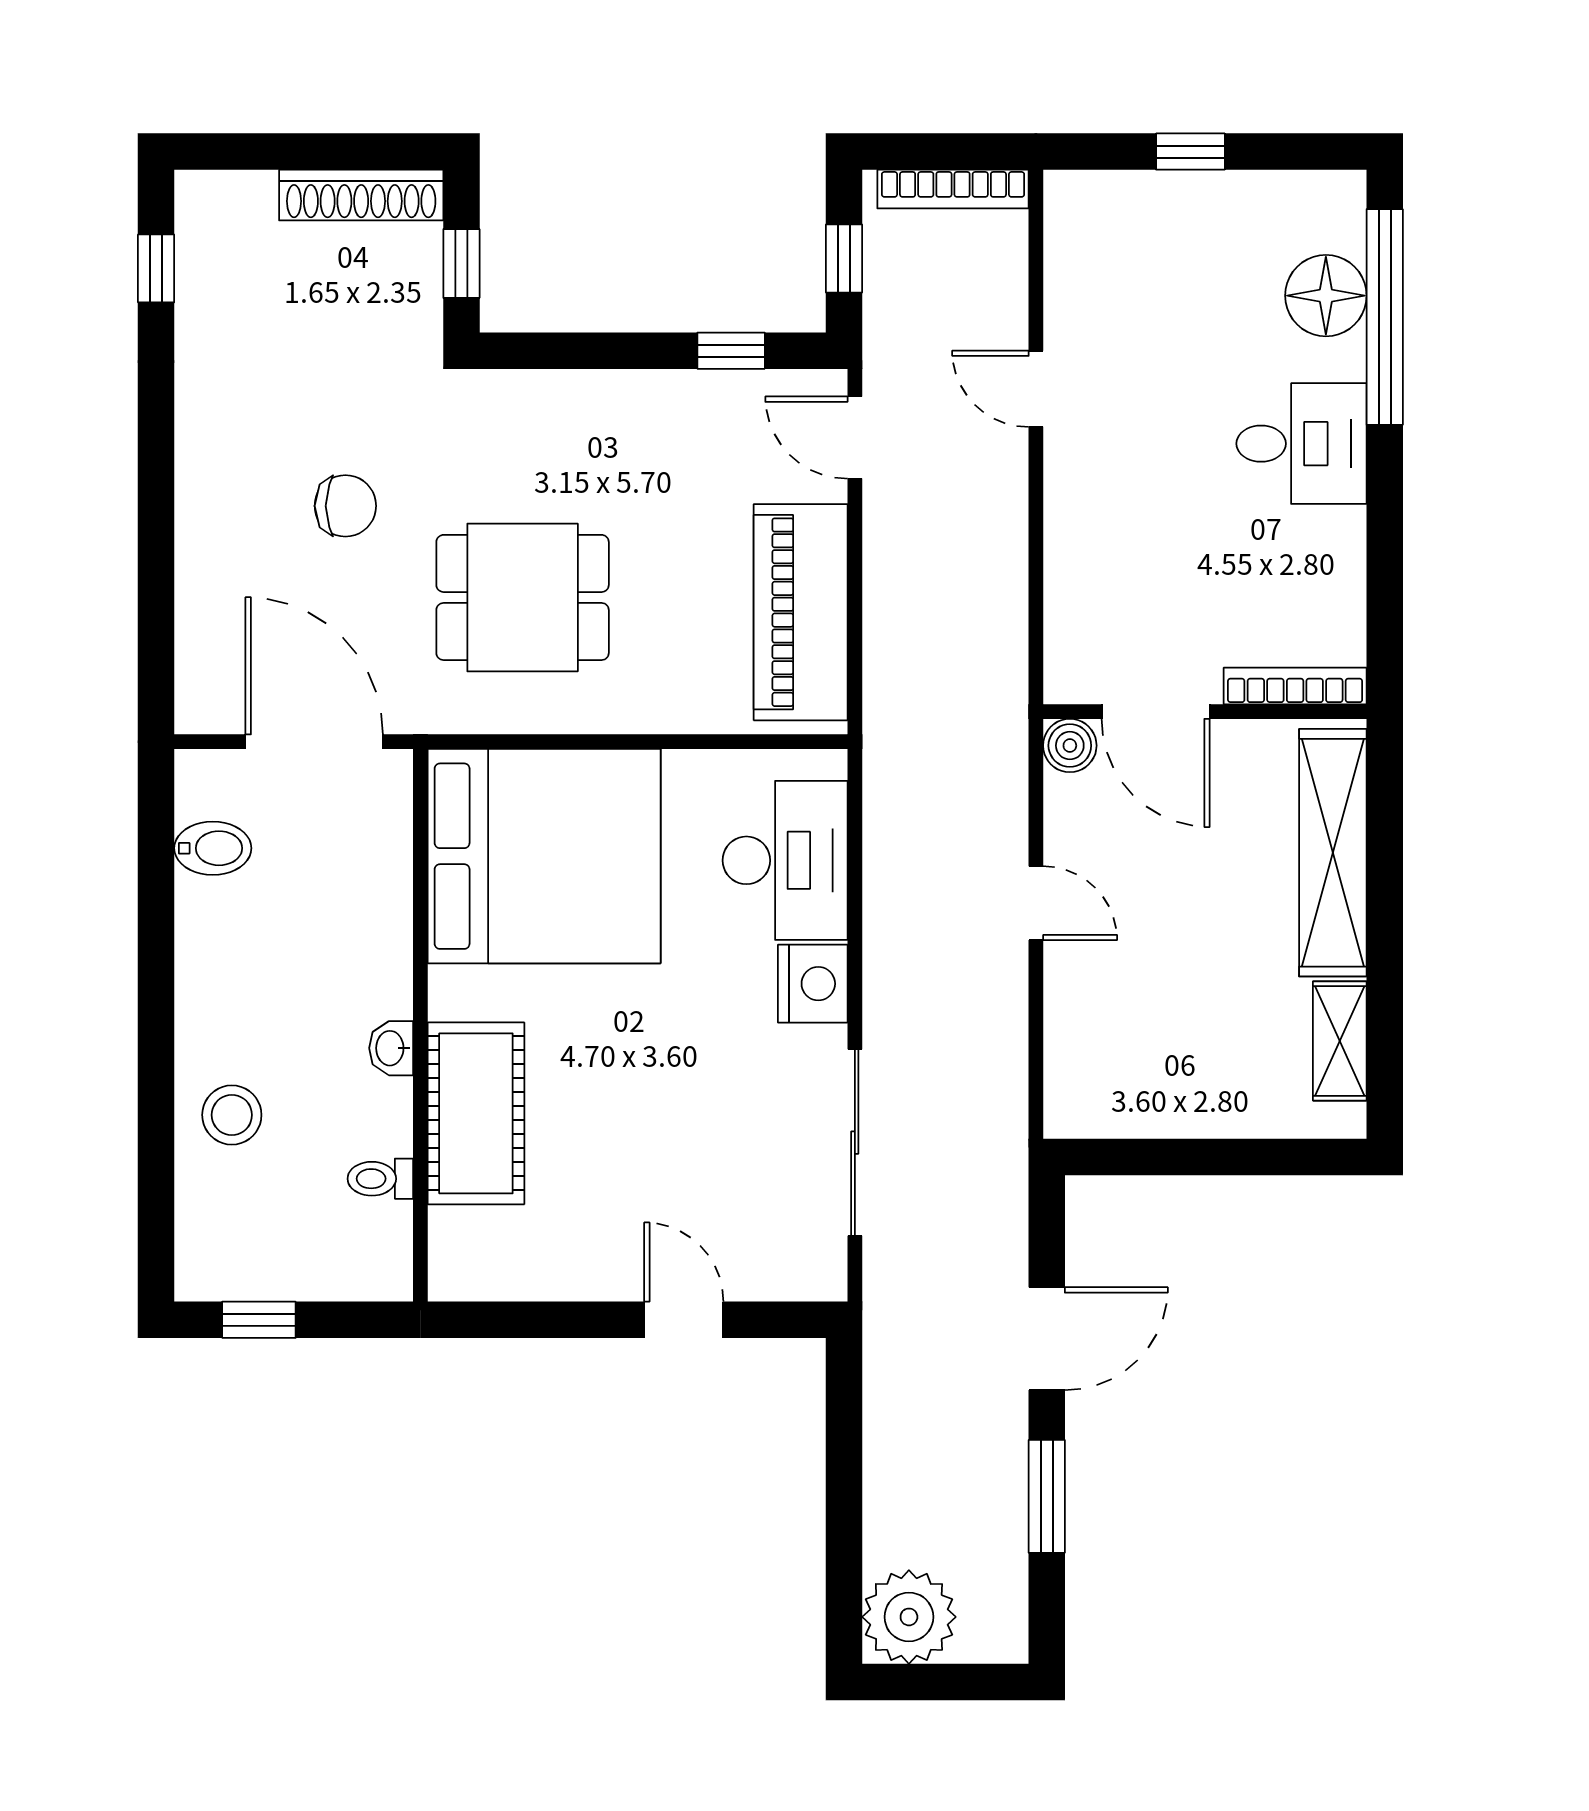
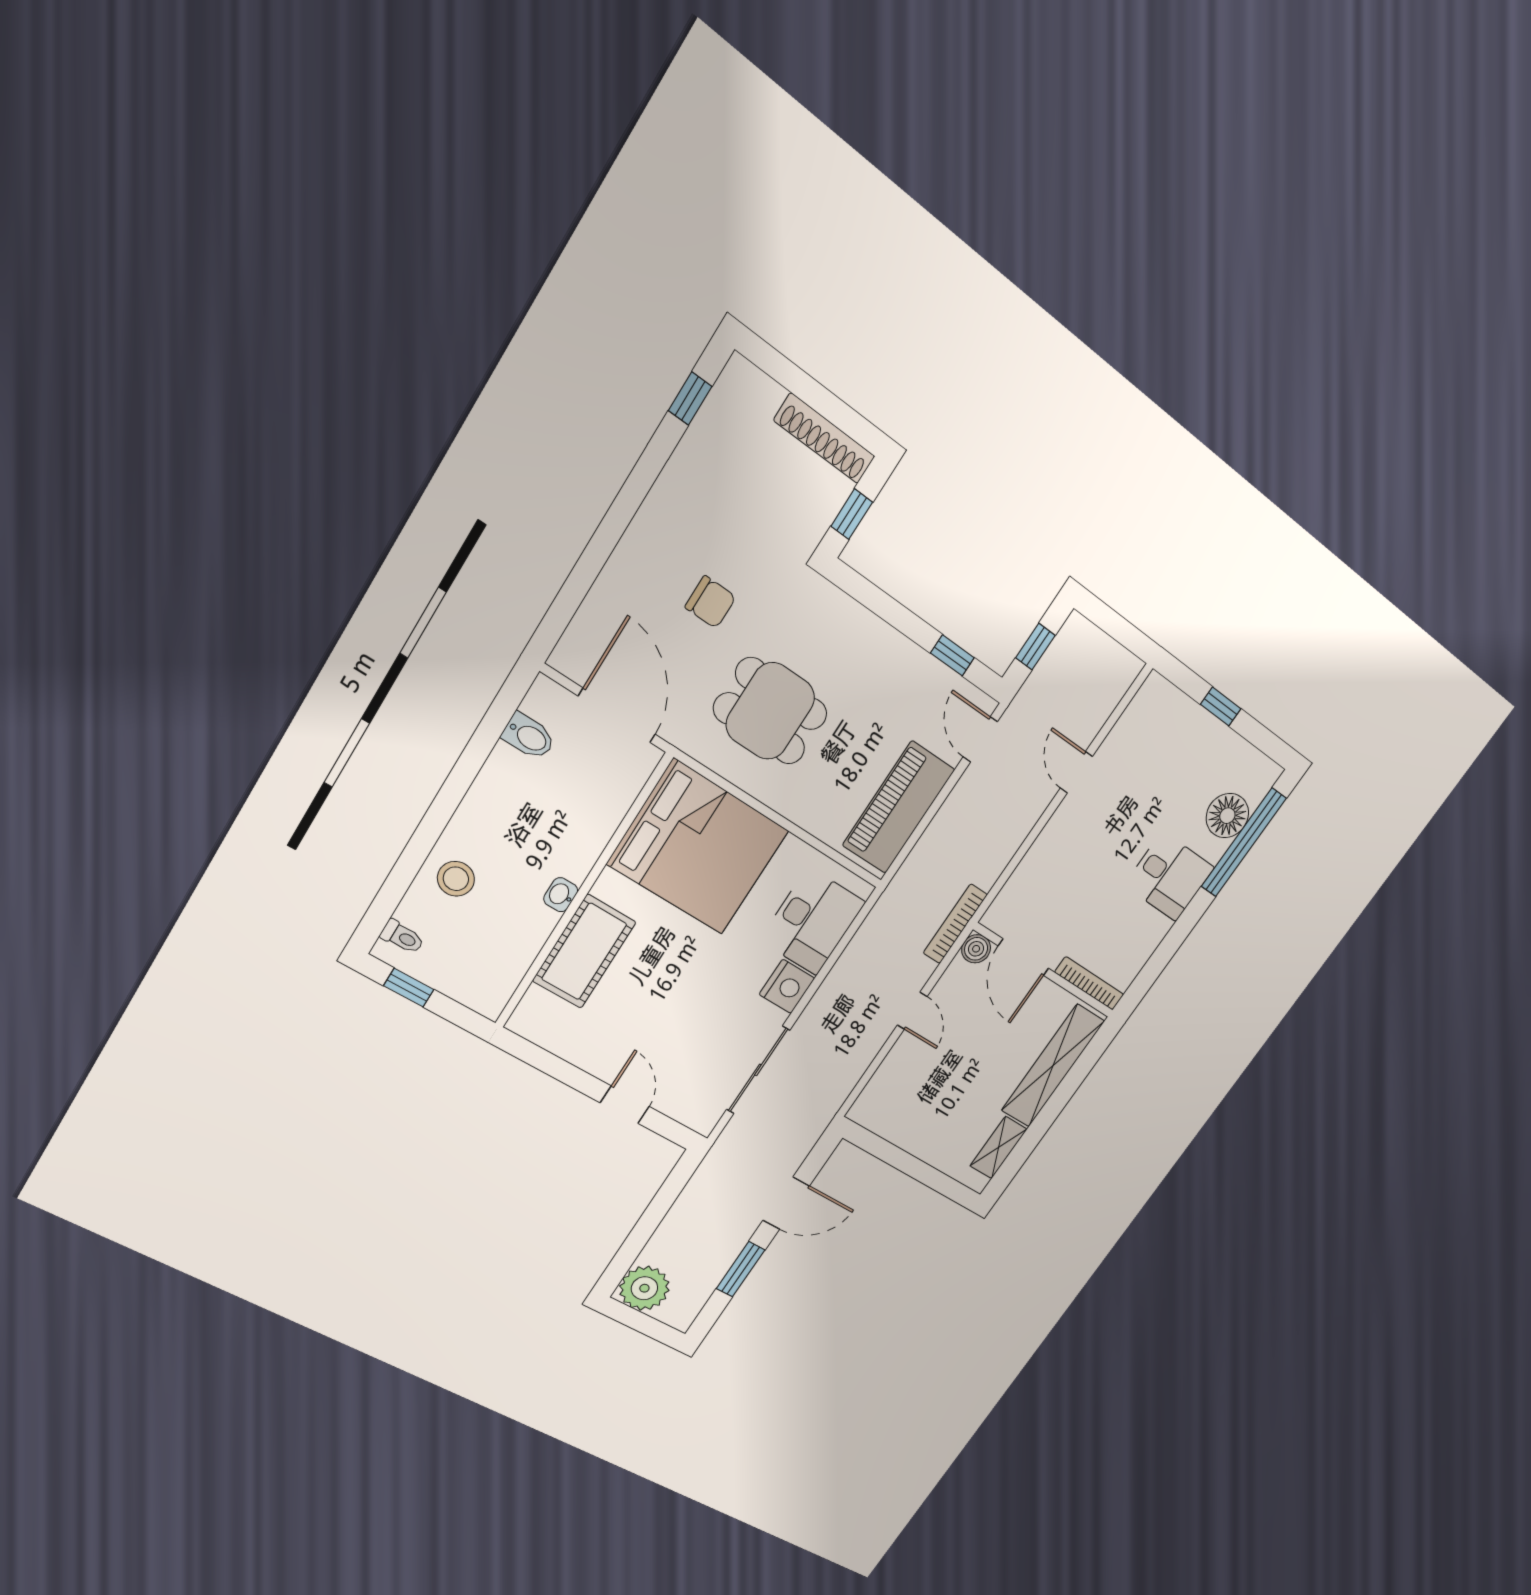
bookcase: (953, 189) -> (955, 924), moved, turned 90
toilet: (380, 1179) -> (402, 937), moved, turned 180

